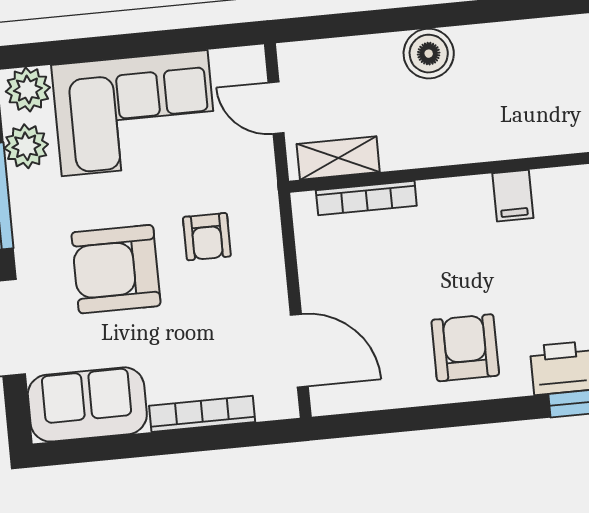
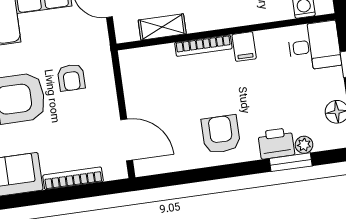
shelving: (338, 158) -> (162, 27), moved
bookcase: (366, 198) -> (203, 46), moved

